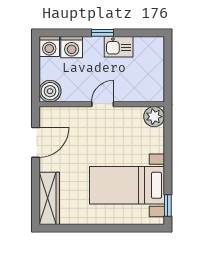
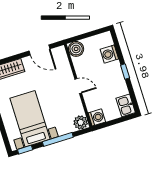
washing machine: (49, 47) -> (97, 117), moved, turned 180
kitchen sink: (119, 47) -> (126, 105), moved
window: (168, 156) -> (58, 139), added

